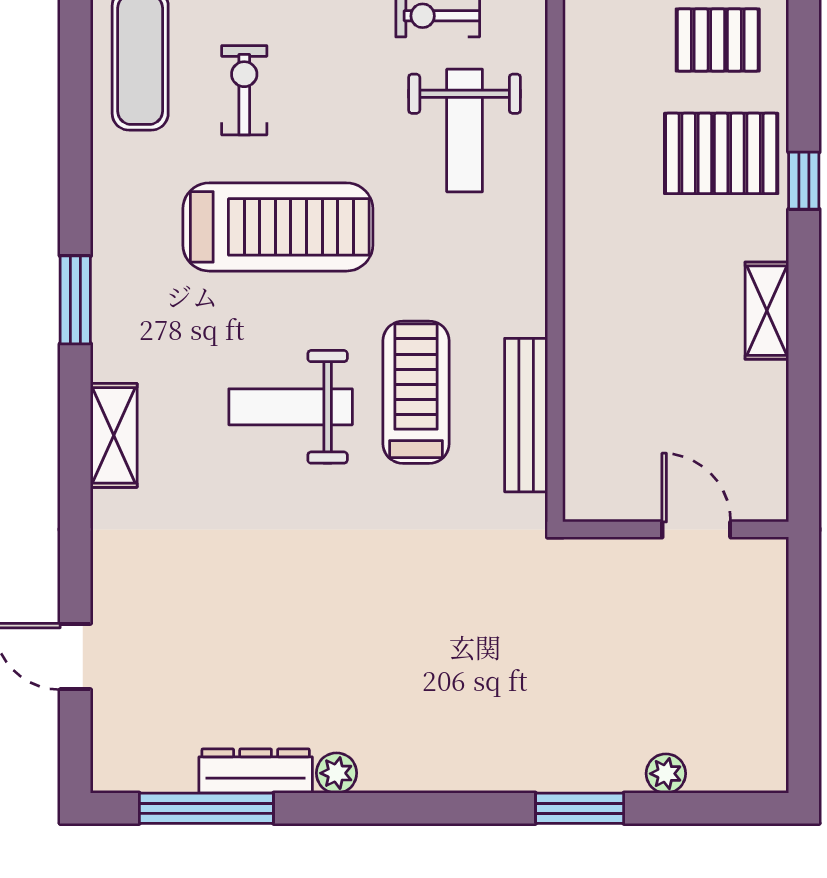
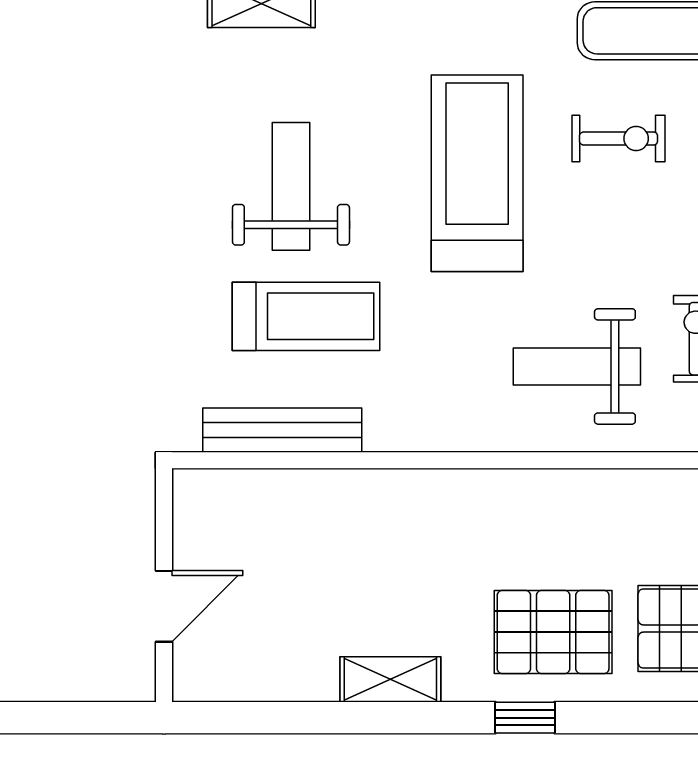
pallet: (721, 153) -> (553, 632), turned 90
treadmill: (278, 227) -> (477, 173), turned 180

